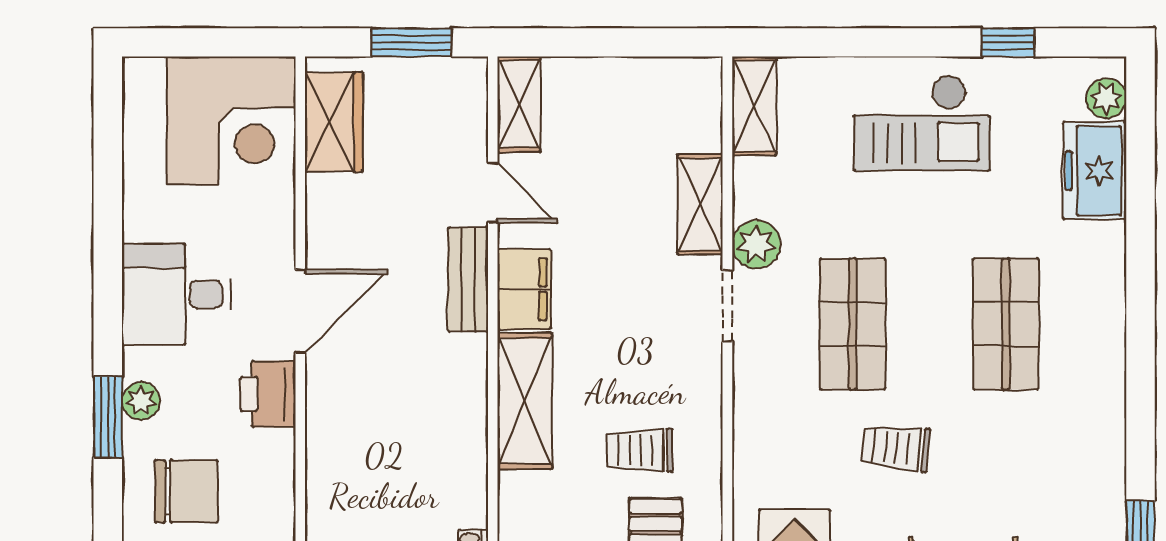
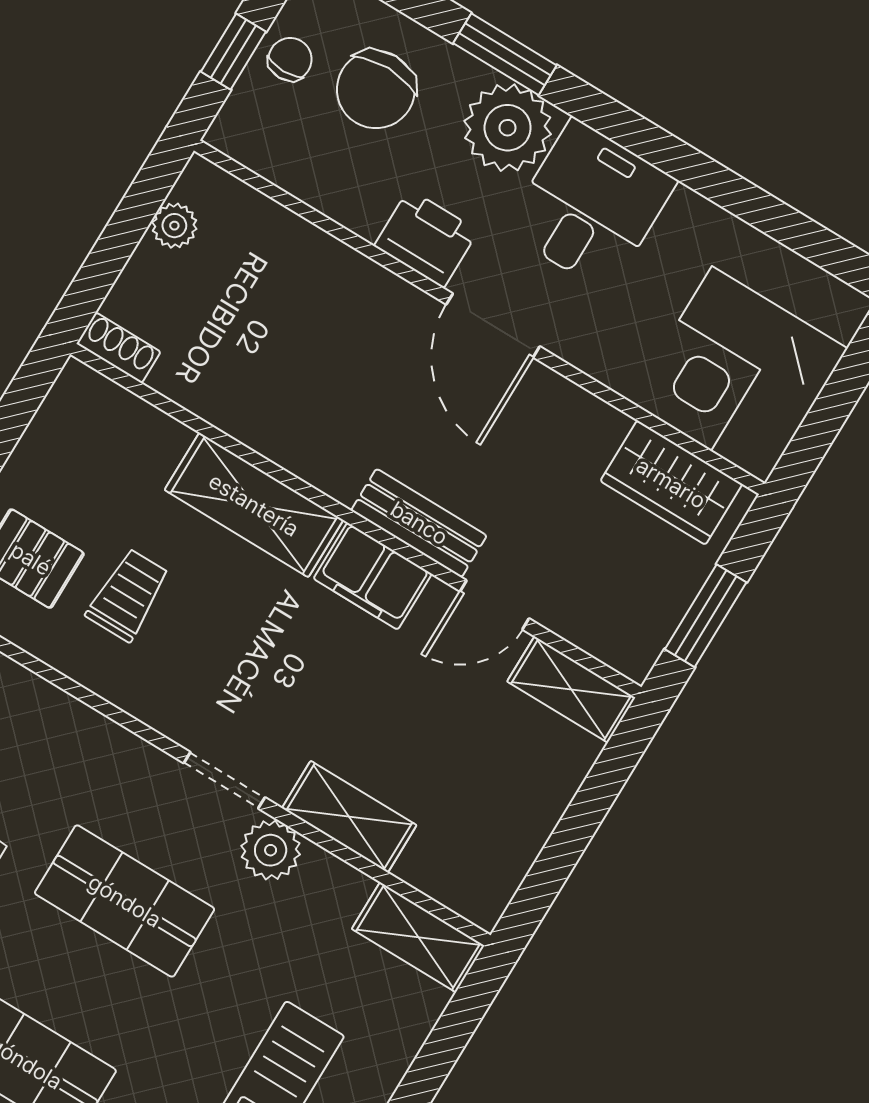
plant: (141, 401) -> (508, 128), width x1.87, depth x1.87

